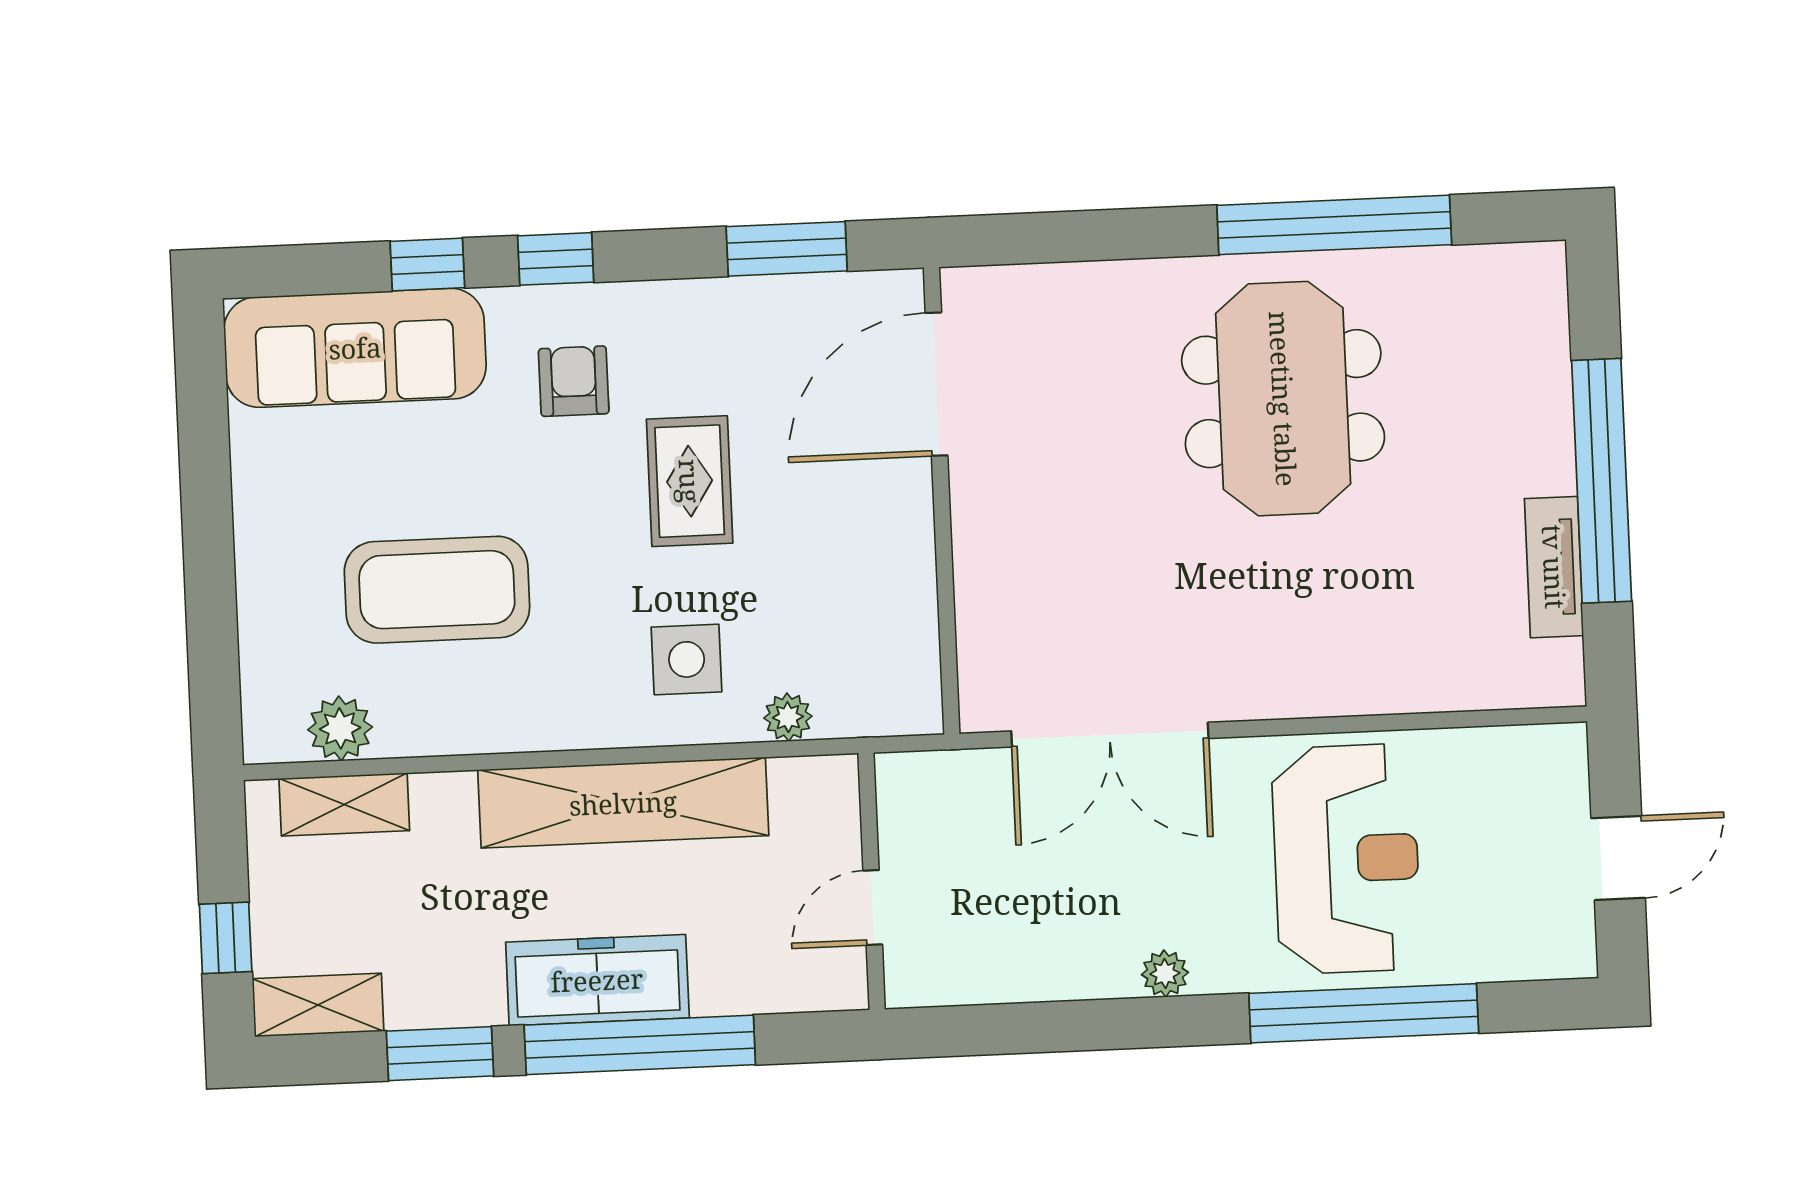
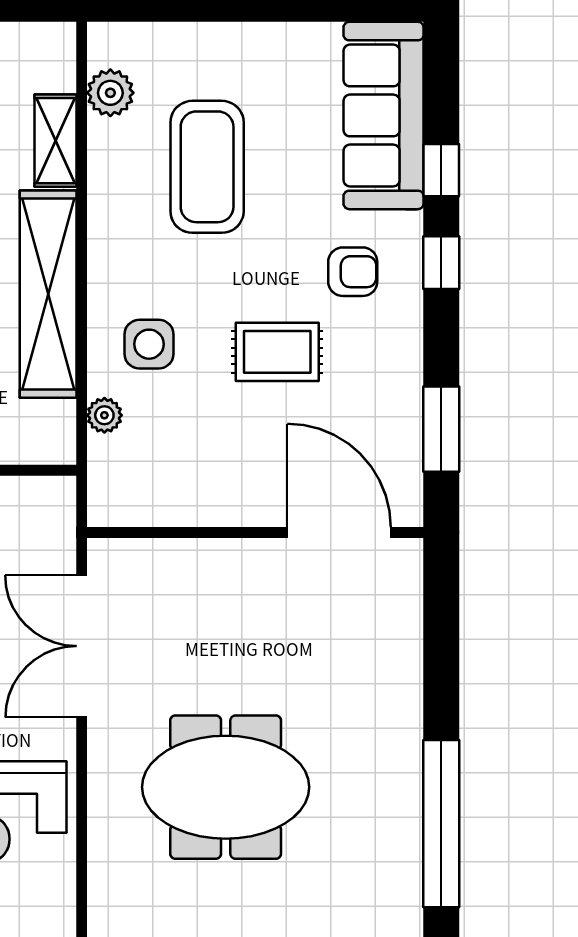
meeting table: (1283, 399) -> (226, 787), moved
shelving: (344, 804) -> (55, 141), moved

